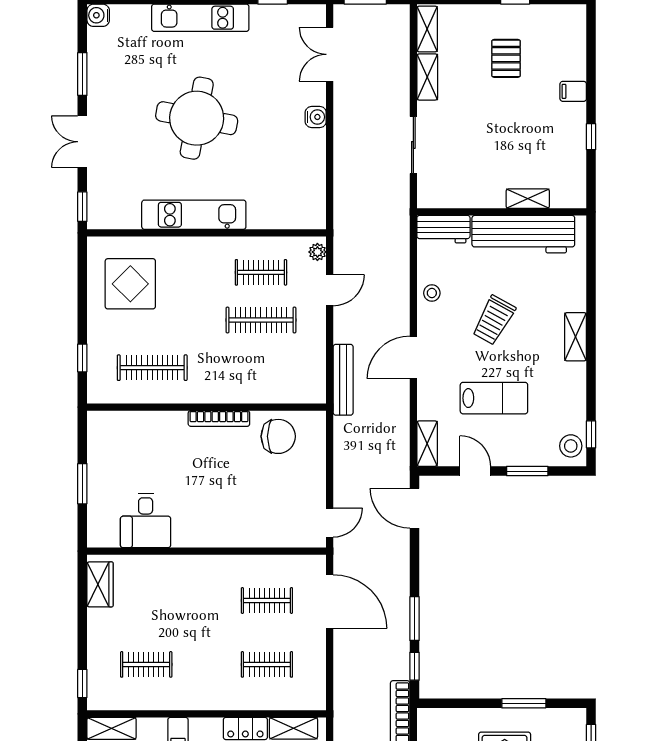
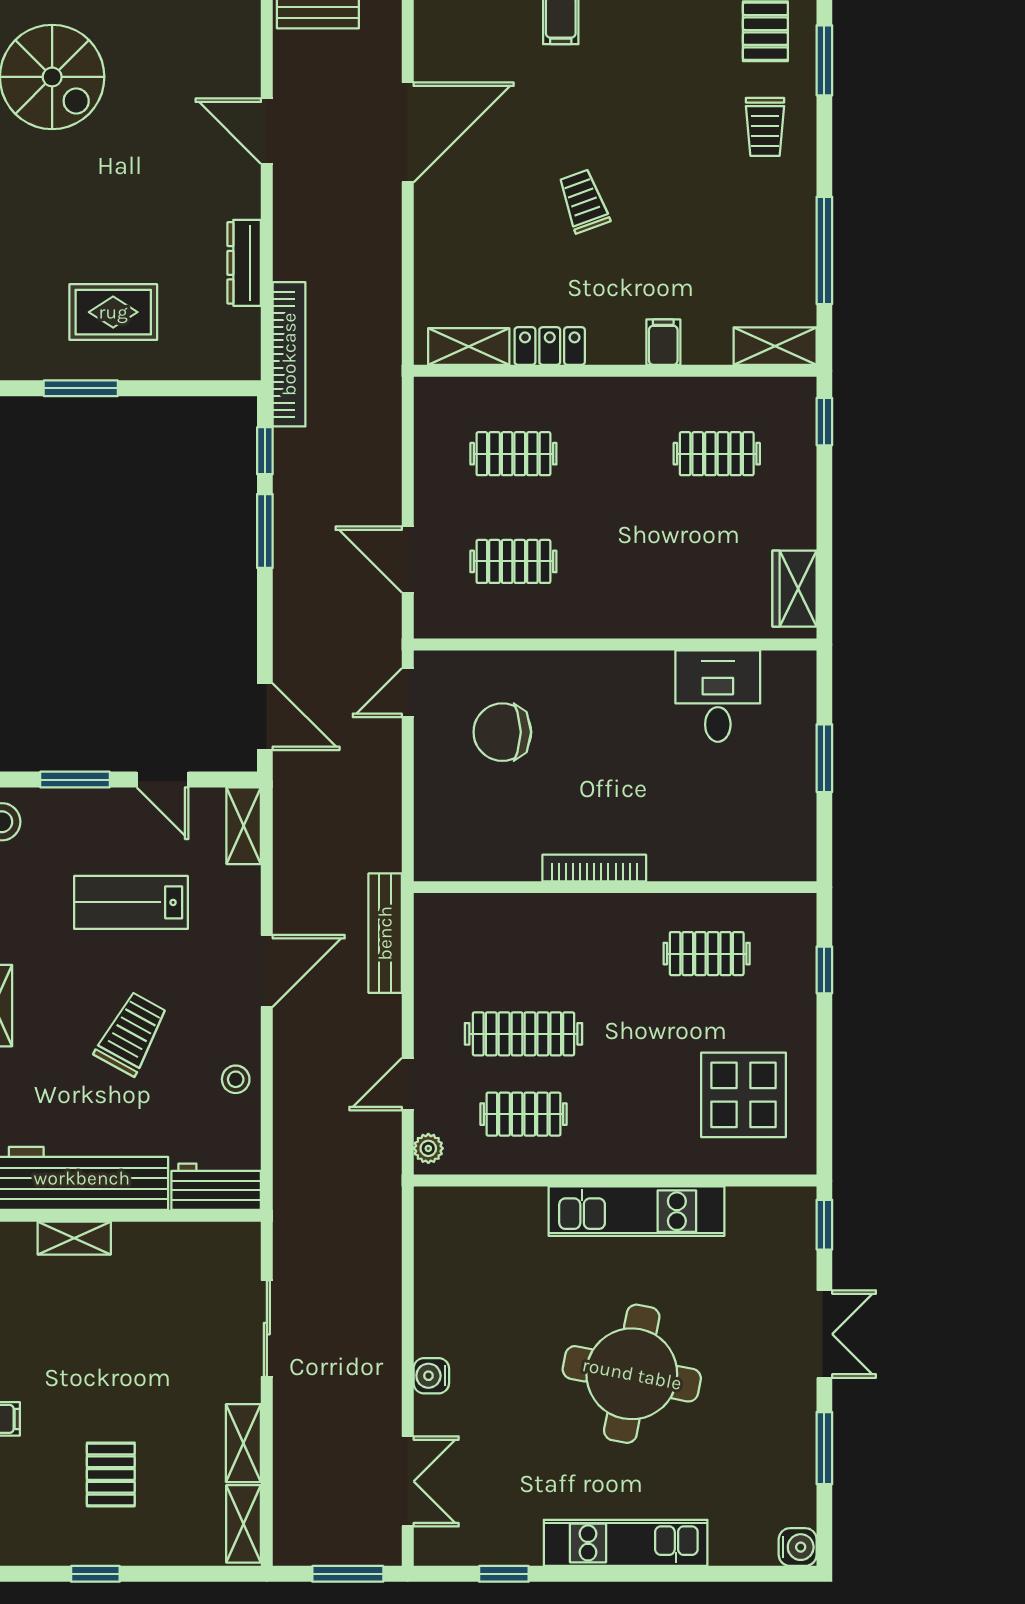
clothes rail: (152, 368) -> (707, 954), width x0.73
chair: (278, 436) -> (502, 732), moved
door: (330, 602) -> (408, 560), width x0.73

